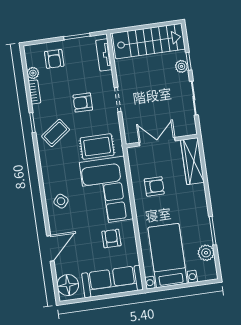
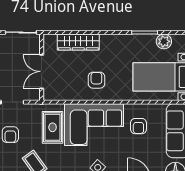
wall: (162, 141) -> (42, 67), moved
double door: (157, 142) -> (42, 72), moved
armchair: (111, 238) -> (138, 126), turned -90

